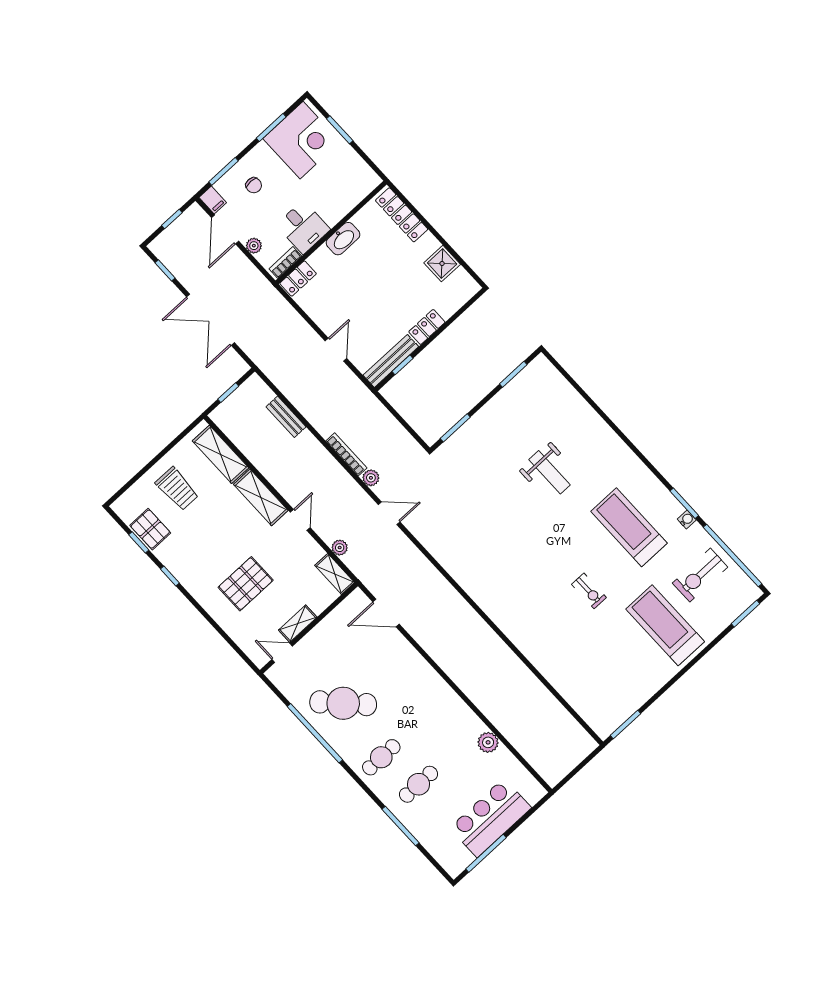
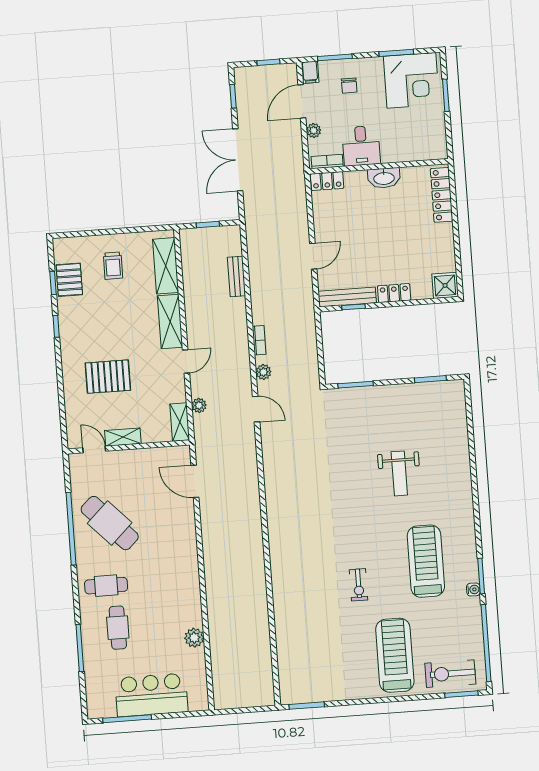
shower: (442, 264) -> (445, 285), moved
bookcase: (346, 454) -> (259, 340), width x0.64
trolley: (177, 489) -> (113, 266), width x0.73, depth x0.72
exercise bike: (700, 575) -> (450, 674), moved
cafe table: (419, 784) -> (118, 628), turned 90

